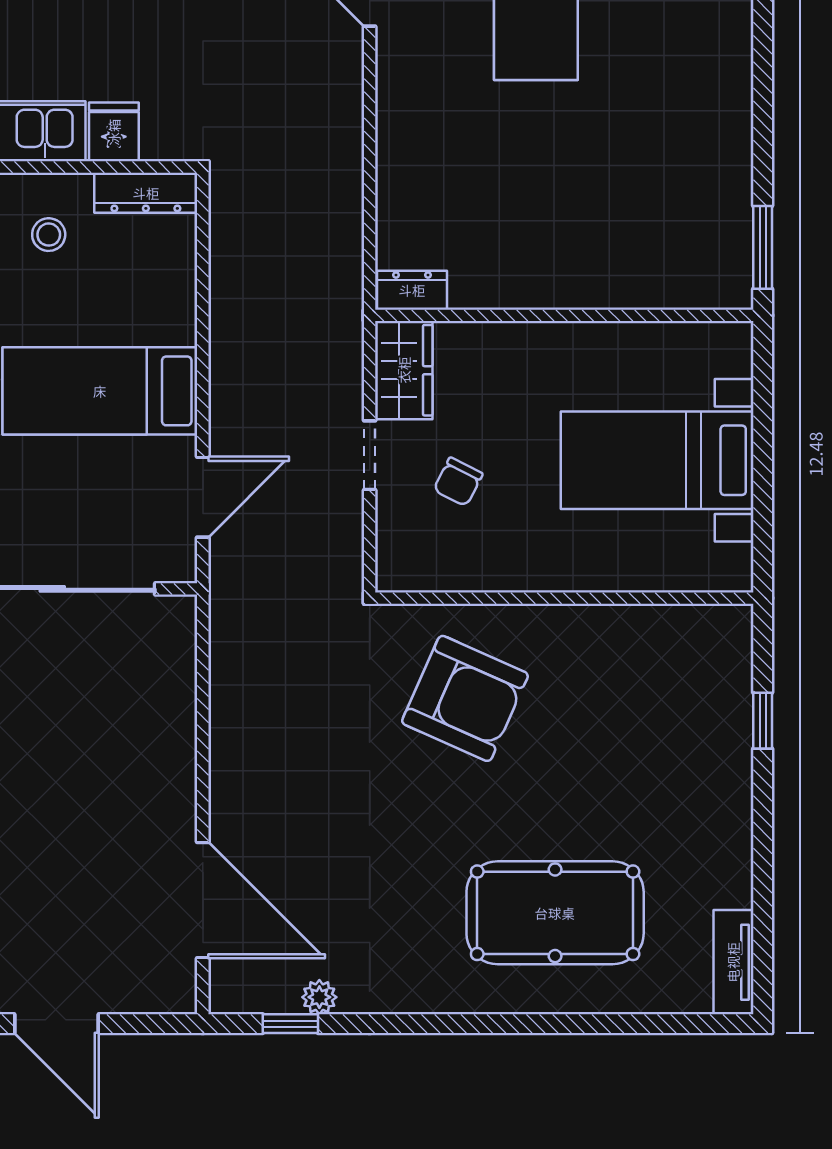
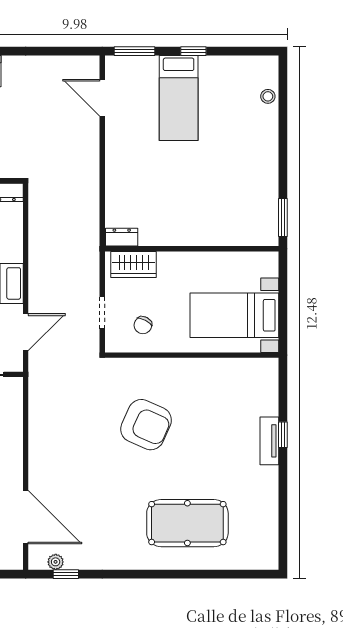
wardrobe: (404, 370) -> (134, 264), moved, turned 90
wall: (564, 598) -> (192, 355), moved
tv unit: (733, 962) -> (269, 441), moved
plant: (319, 997) -> (56, 562), moved

